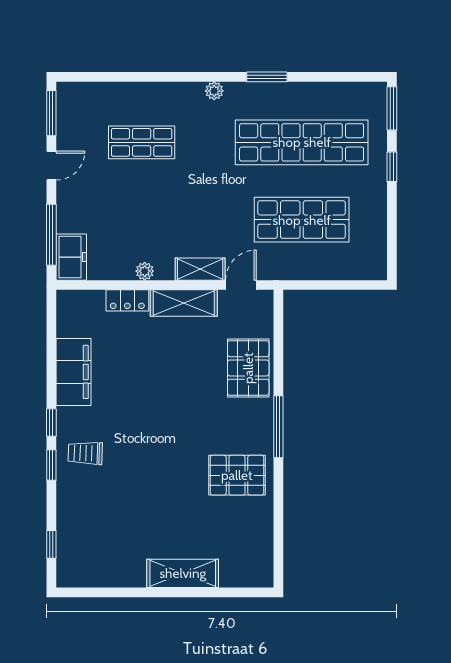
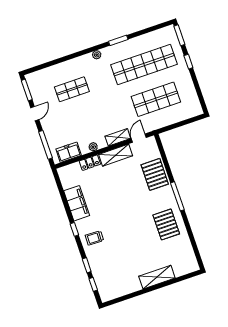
freezer: (71, 257) -> (69, 152), moved, turned -90
window: (51, 465) -> (87, 265), moved
pallet: (237, 475) -> (166, 224), turned 90

